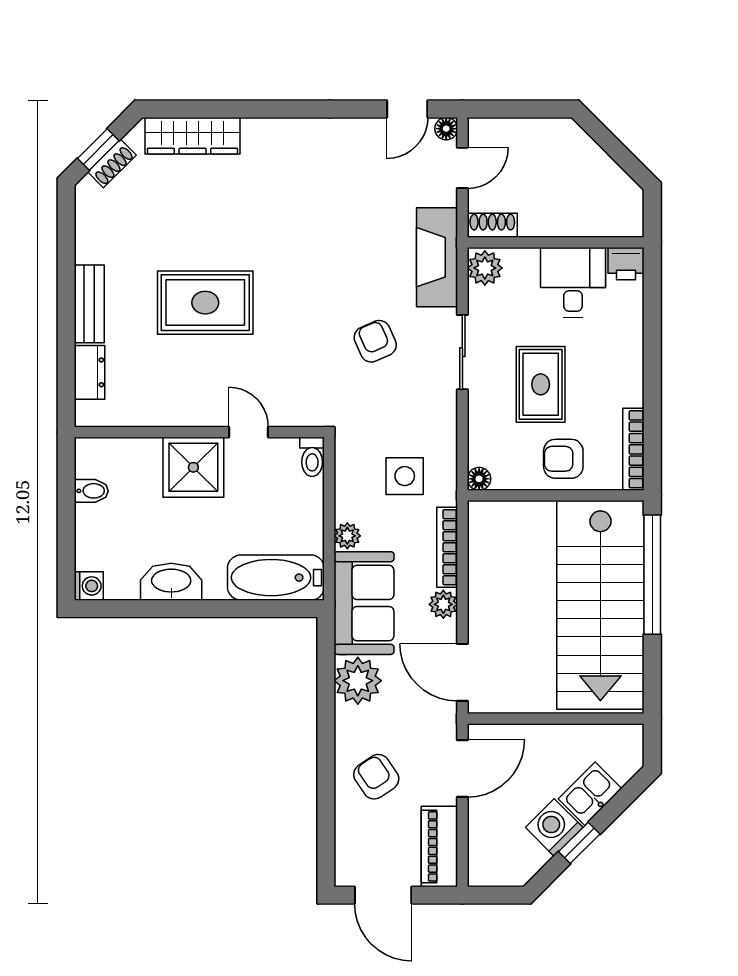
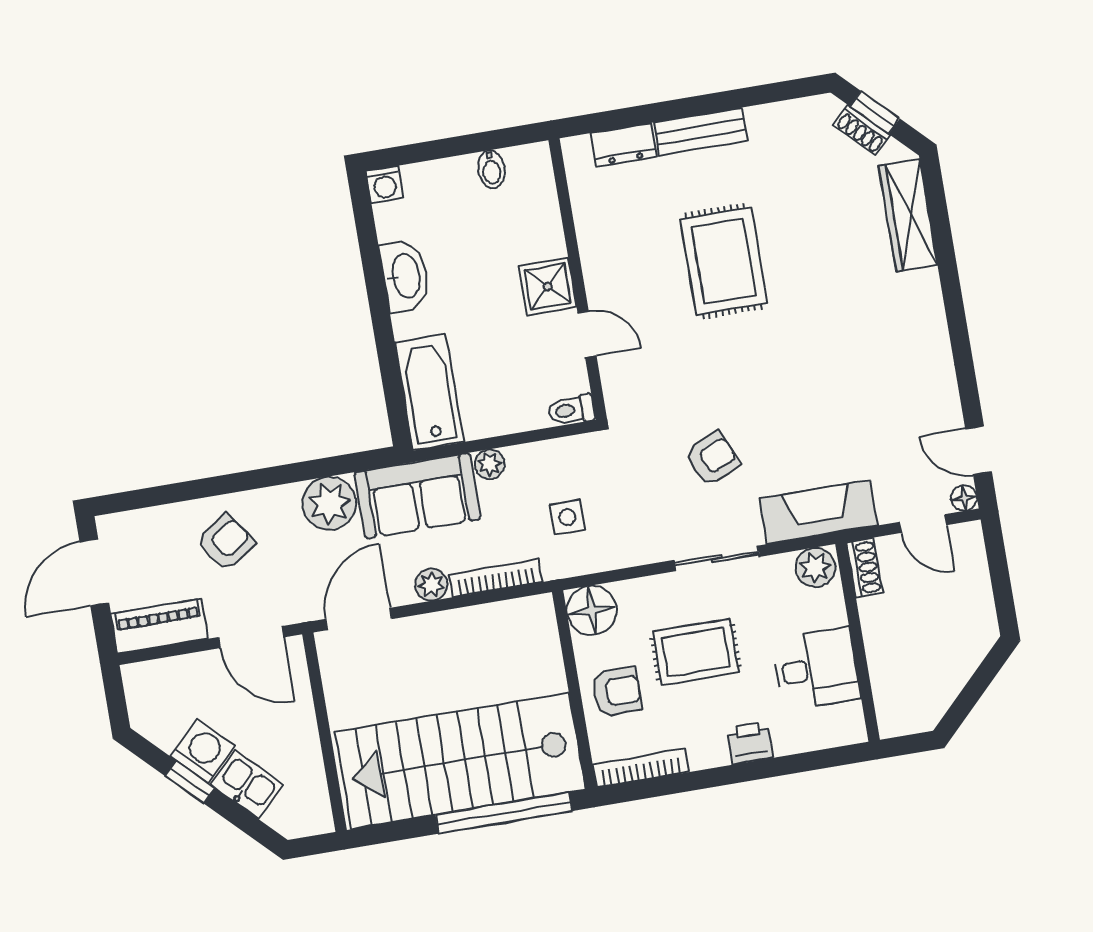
printer: (626, 264) -> (750, 743), moved, turned 90
door: (249, 432) -> (587, 334), hinge flipped
armchair: (563, 459) -> (617, 691), turned 90
shower: (193, 467) -> (548, 287), width x0.73, depth x0.73
side table: (405, 476) -> (567, 517), width x0.73, depth x0.73
floor lamp: (479, 479) -> (592, 610), width x1.89, depth x1.89

